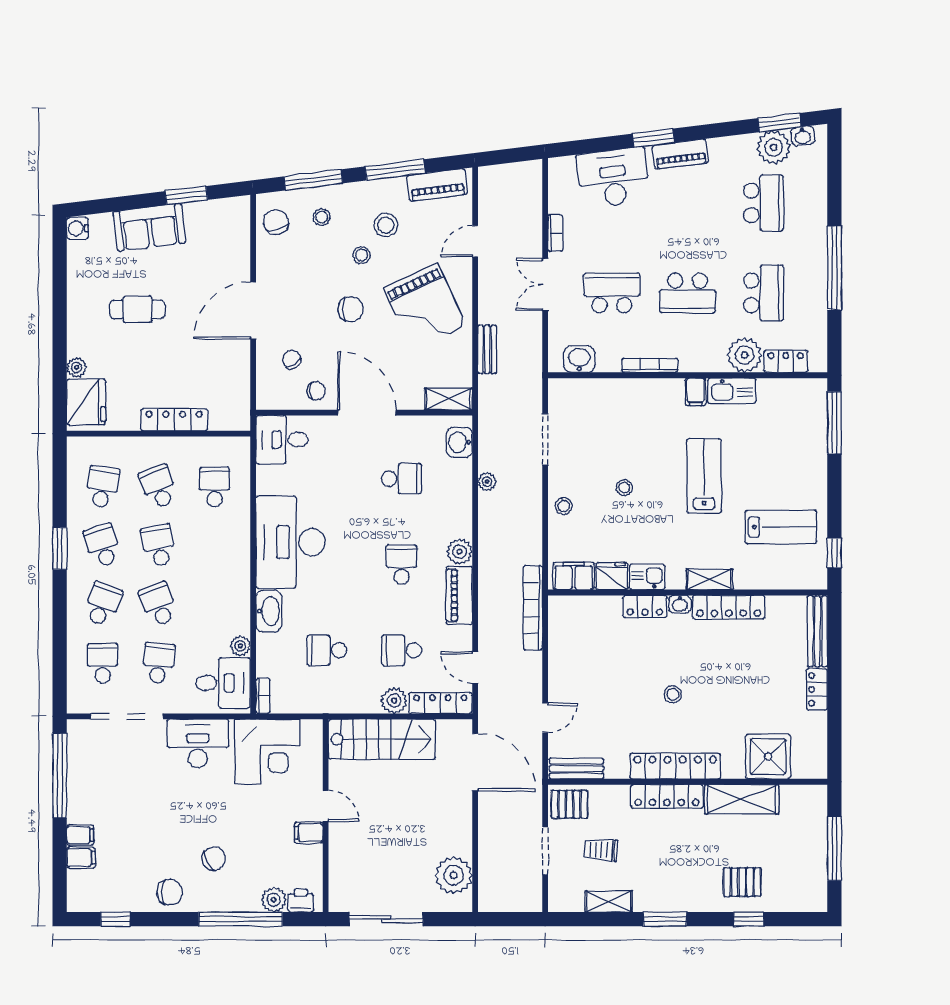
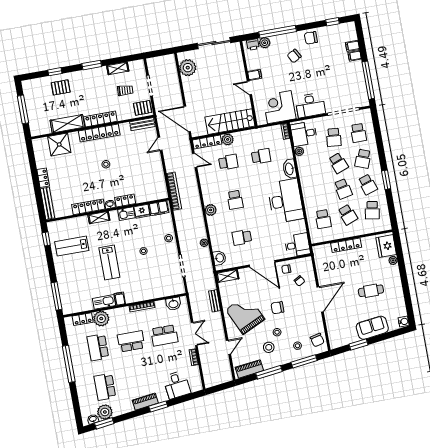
desk: (613, 178) -> (177, 385), width x0.73
piano: (459, 595) -> (207, 191), removed

